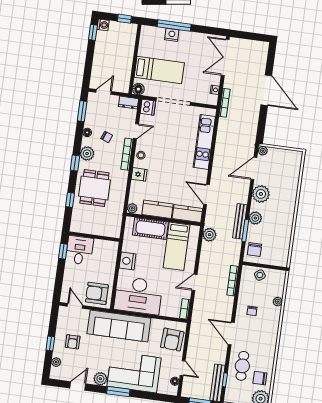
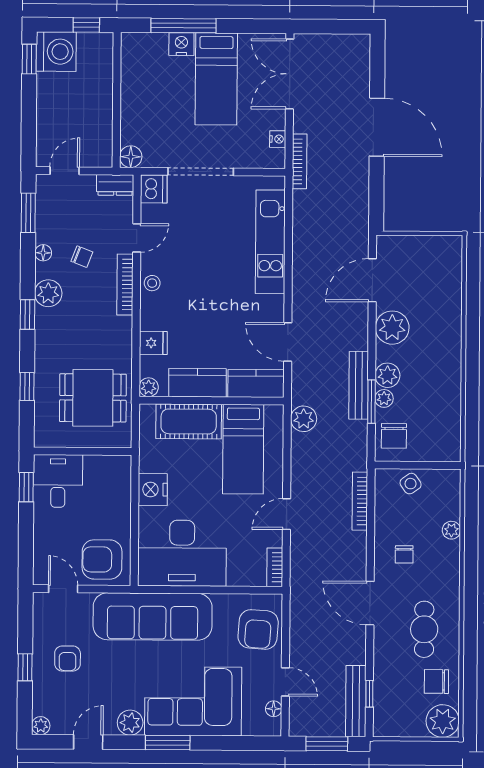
washing machine: (103, 25) -> (56, 52), width x1.89, depth x1.89
bed: (159, 70) -> (216, 79), moved, turned 90
plant: (263, 151) -> (384, 398), moved
fridge: (139, 174) -> (153, 343), moved
dining table: (94, 188) -> (93, 398), moved, turned 90
plant: (56, 362) -> (41, 726), moved
cafe table: (242, 366) -> (424, 629), moved

